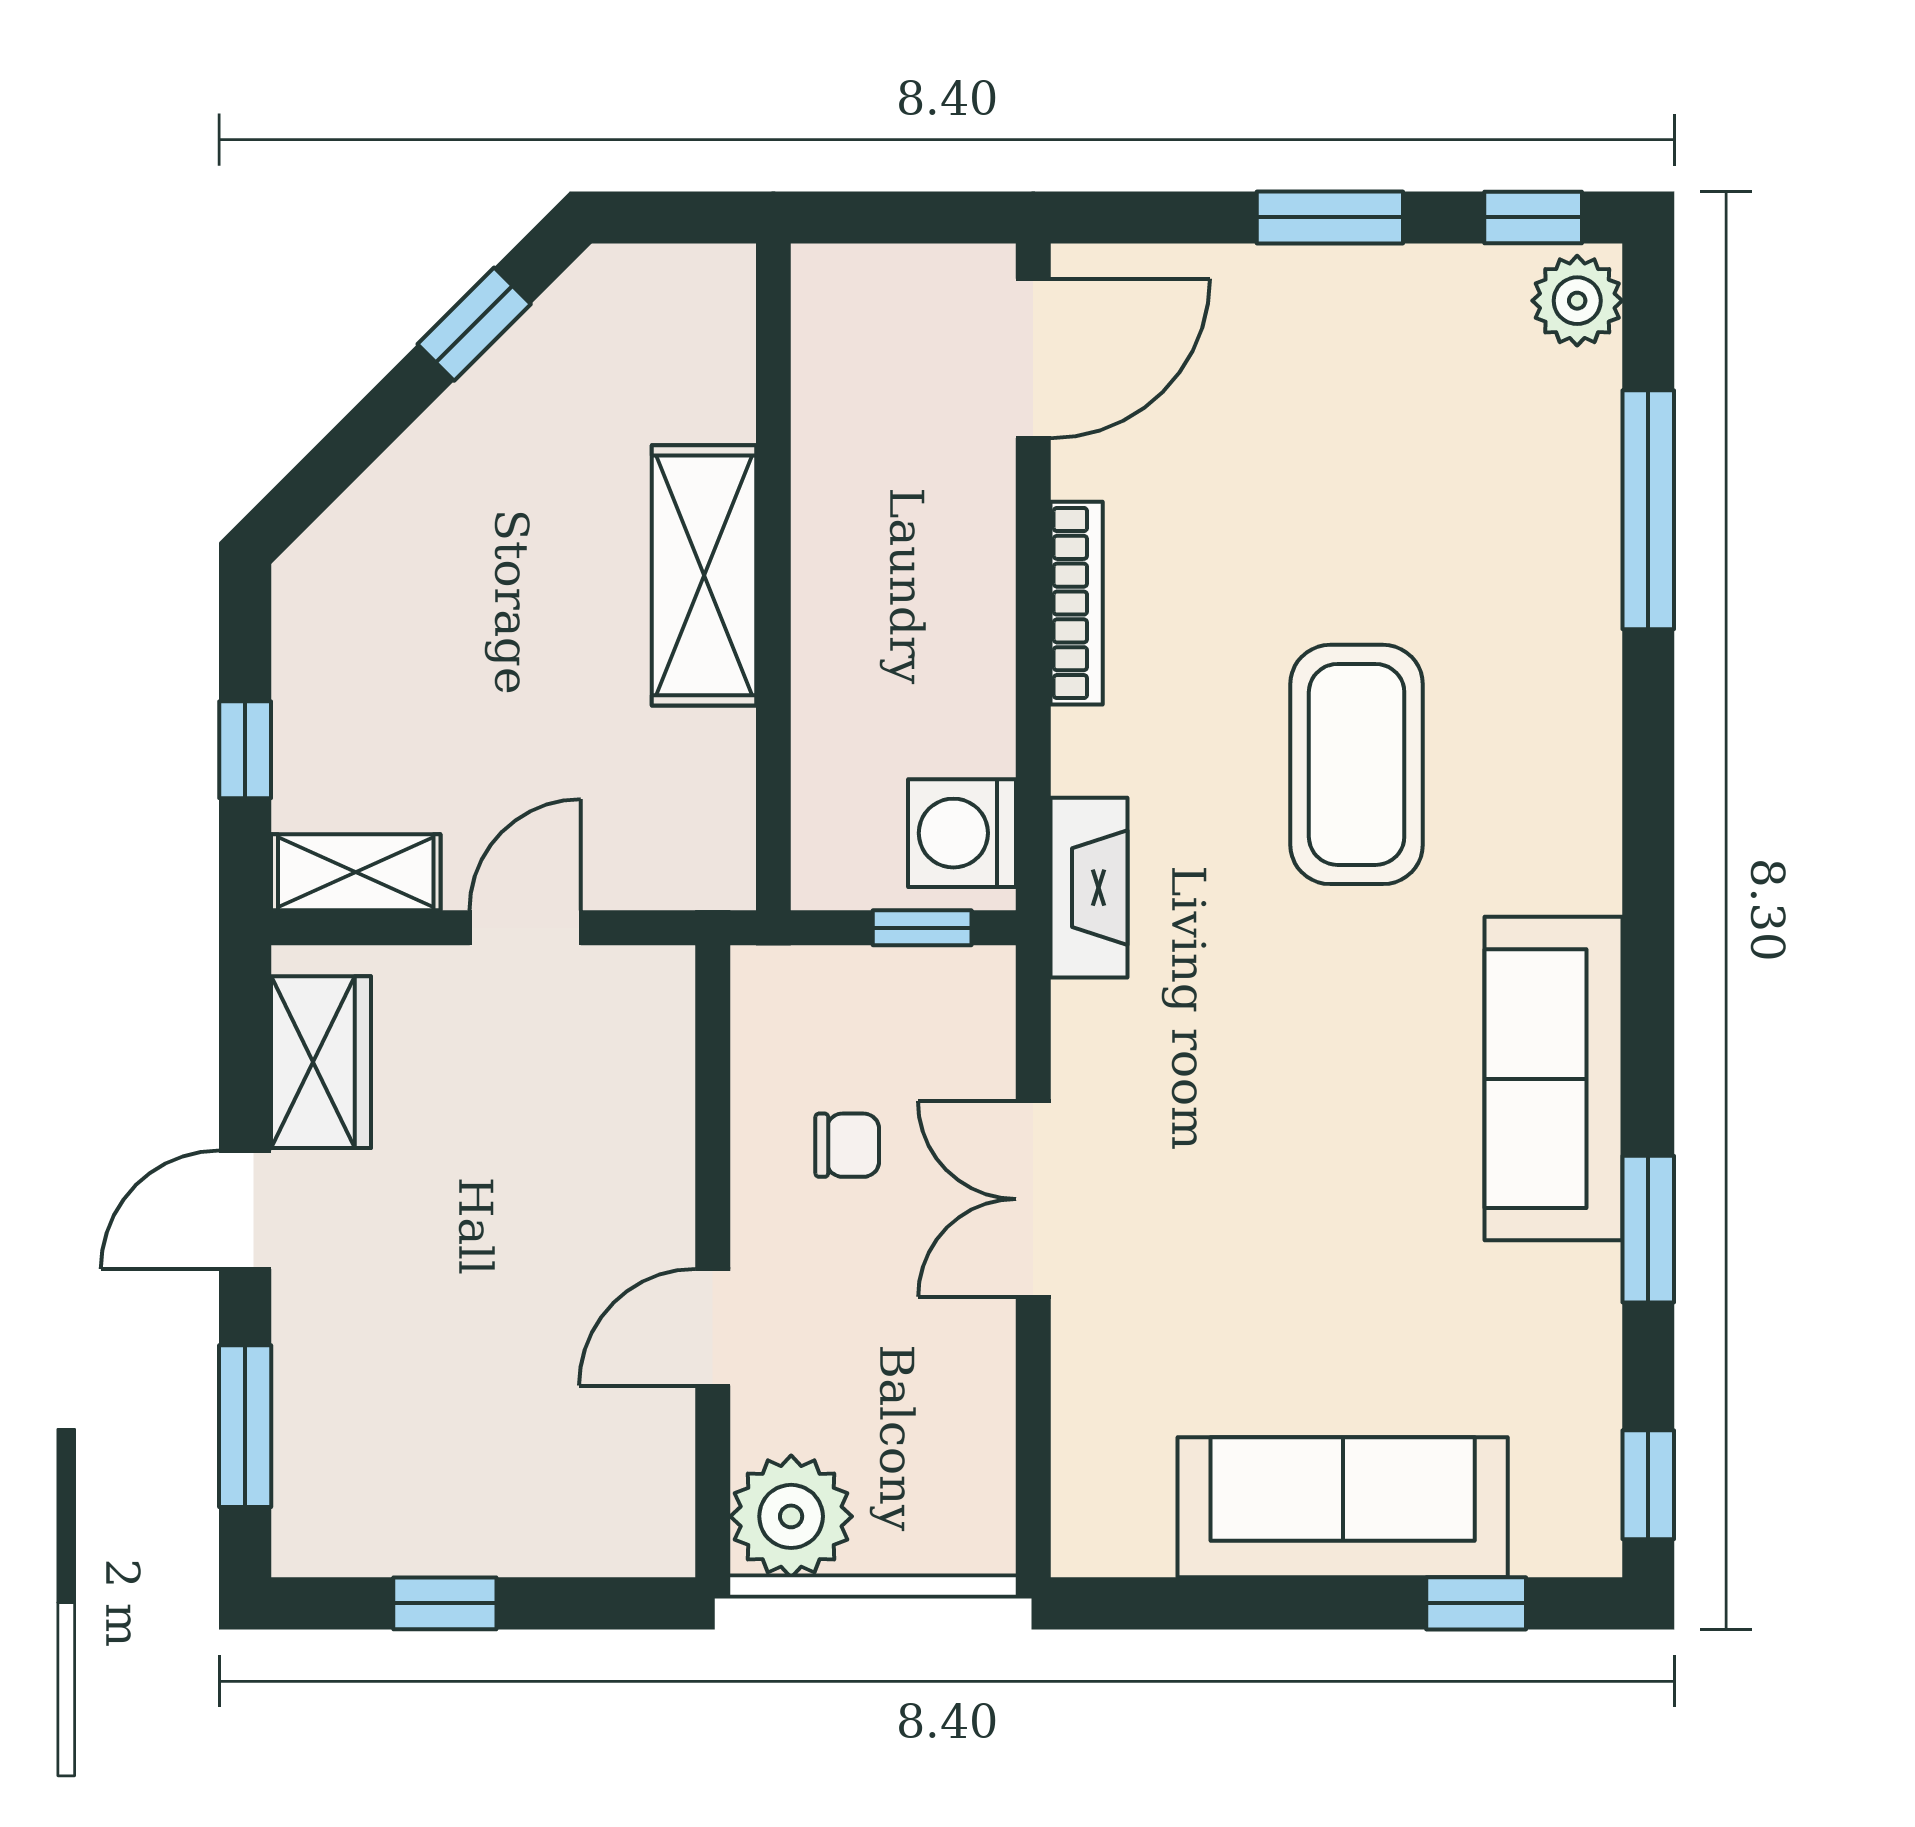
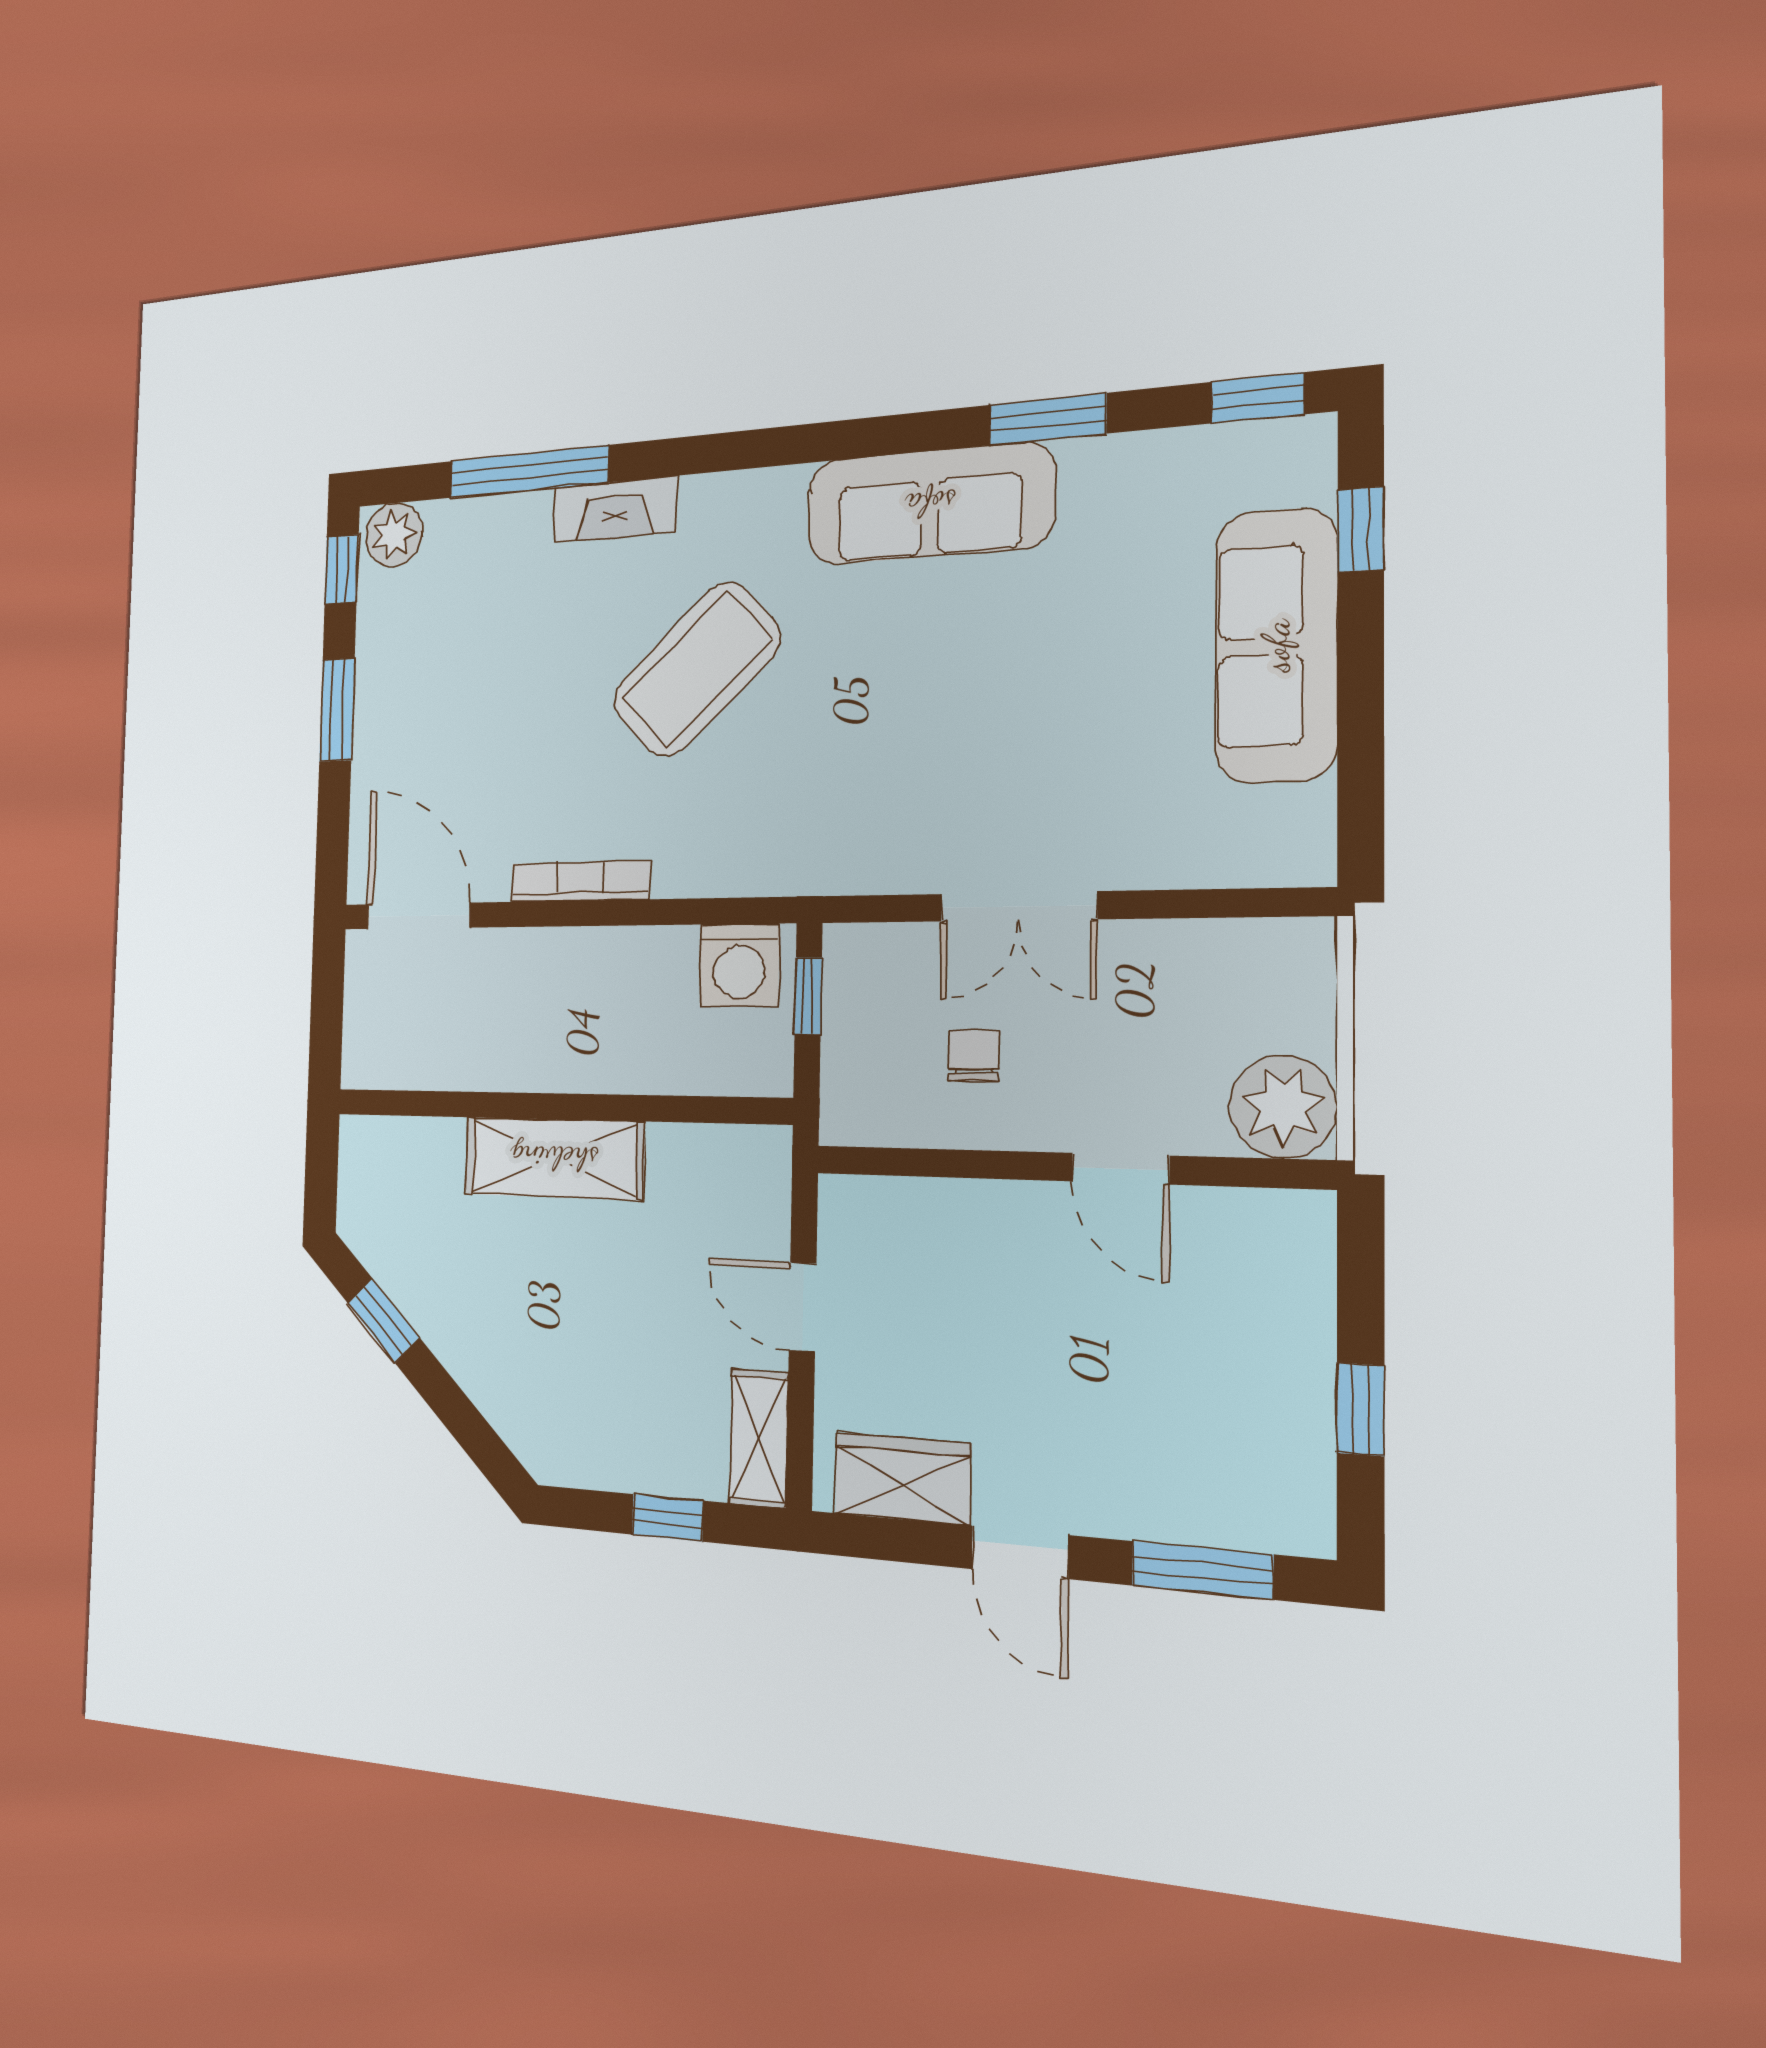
coffee table: (1357, 764) -> (697, 669), turned -43
fireplace: (1089, 888) -> (615, 509), moved, turned 180

